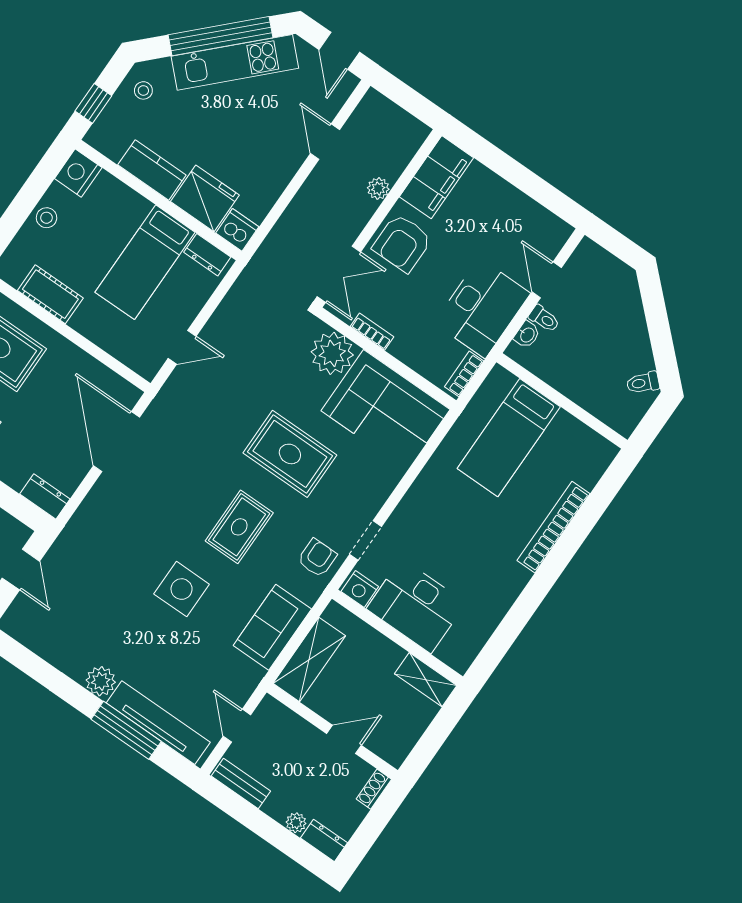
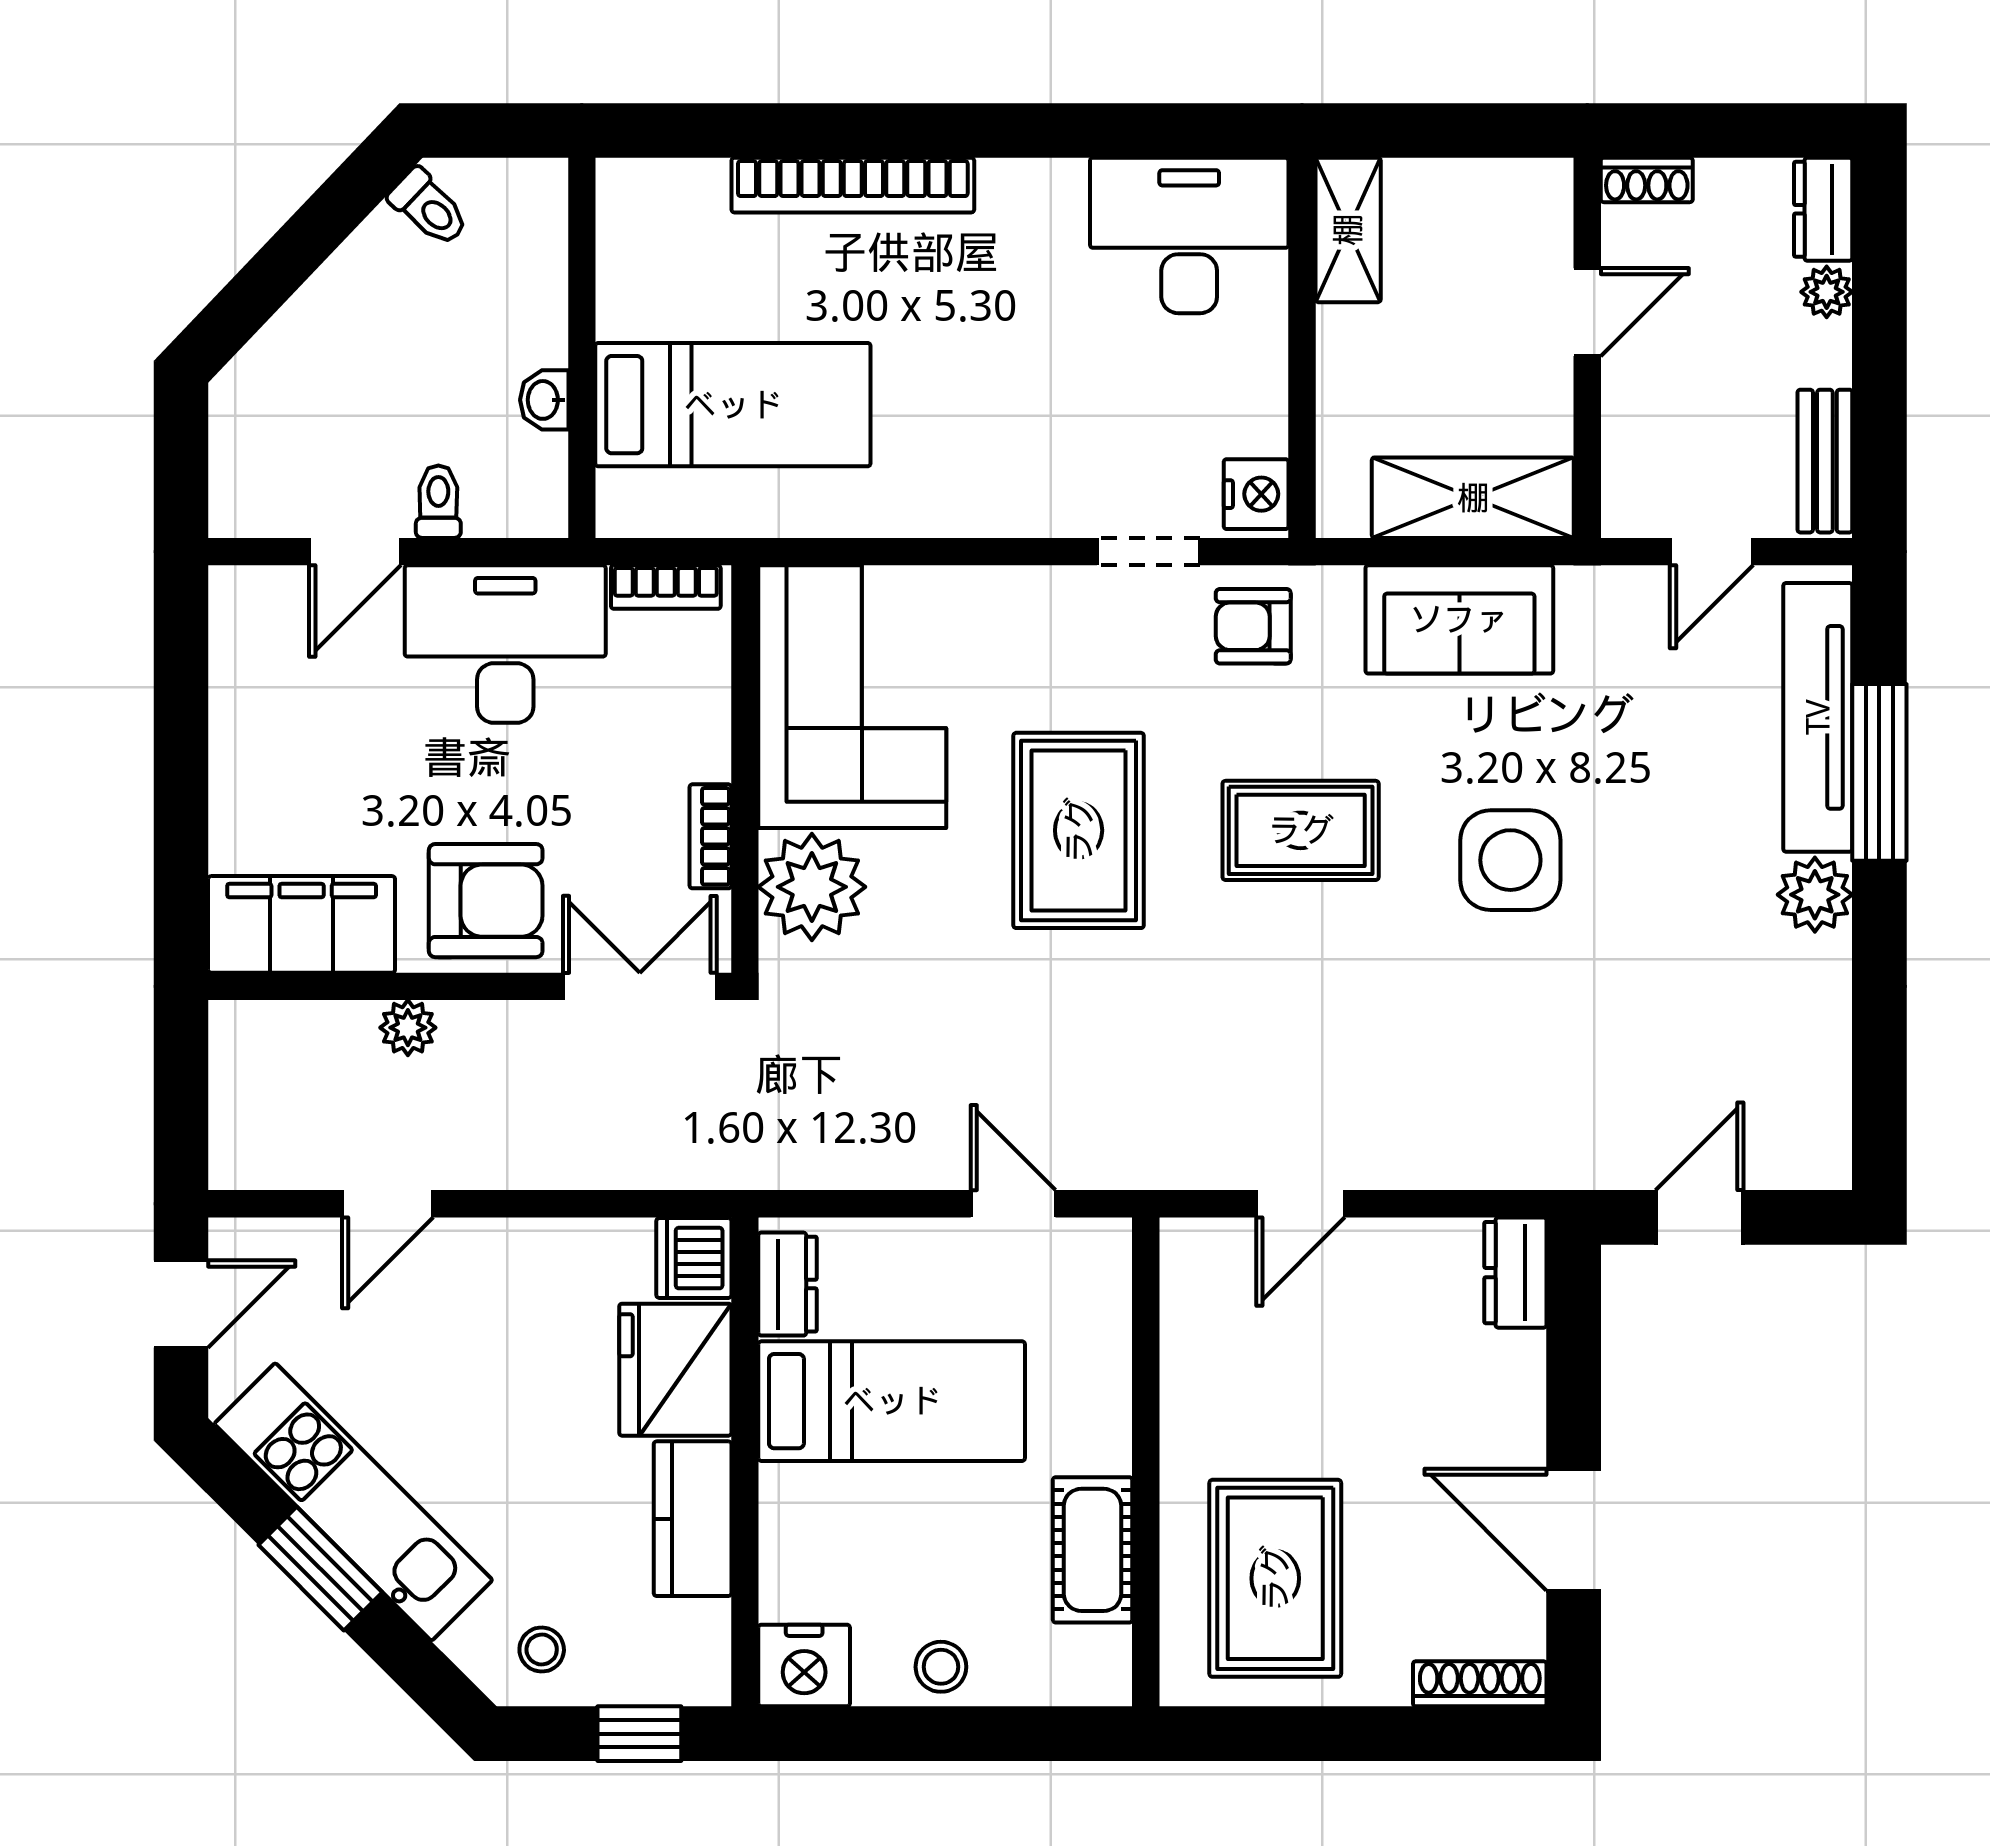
window: (220, 36) -> (320, 1569), width x0.47
washbasin: (527, 335) -> (544, 400), moved, turned -90
door: (117, 442) -> (1301, 1204), width x0.53
desk: (416, 606) -> (1189, 235), moved, turned -90
door: (344, 739) -> (1587, 312), swing flipped

